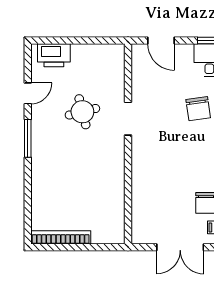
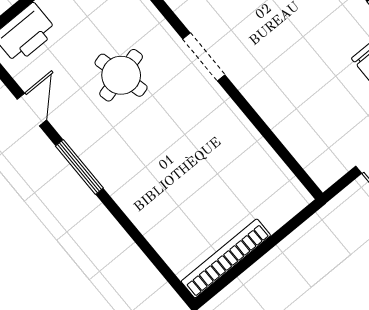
doorway: (128, 119) -> (204, 57), moved

